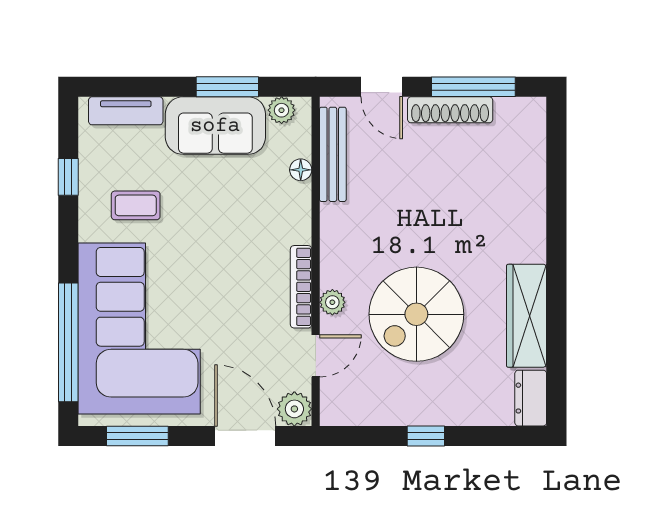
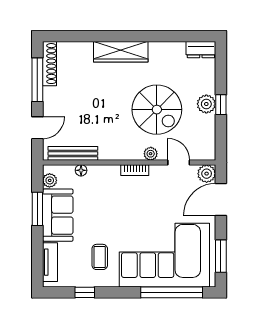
shoe rack: (450, 110) -> (50, 64), moved
bookcase: (301, 287) -> (135, 170), width x0.64
wardrobe: (527, 316) -> (121, 52), moved
plant: (427, 408) -> (206, 104), added

